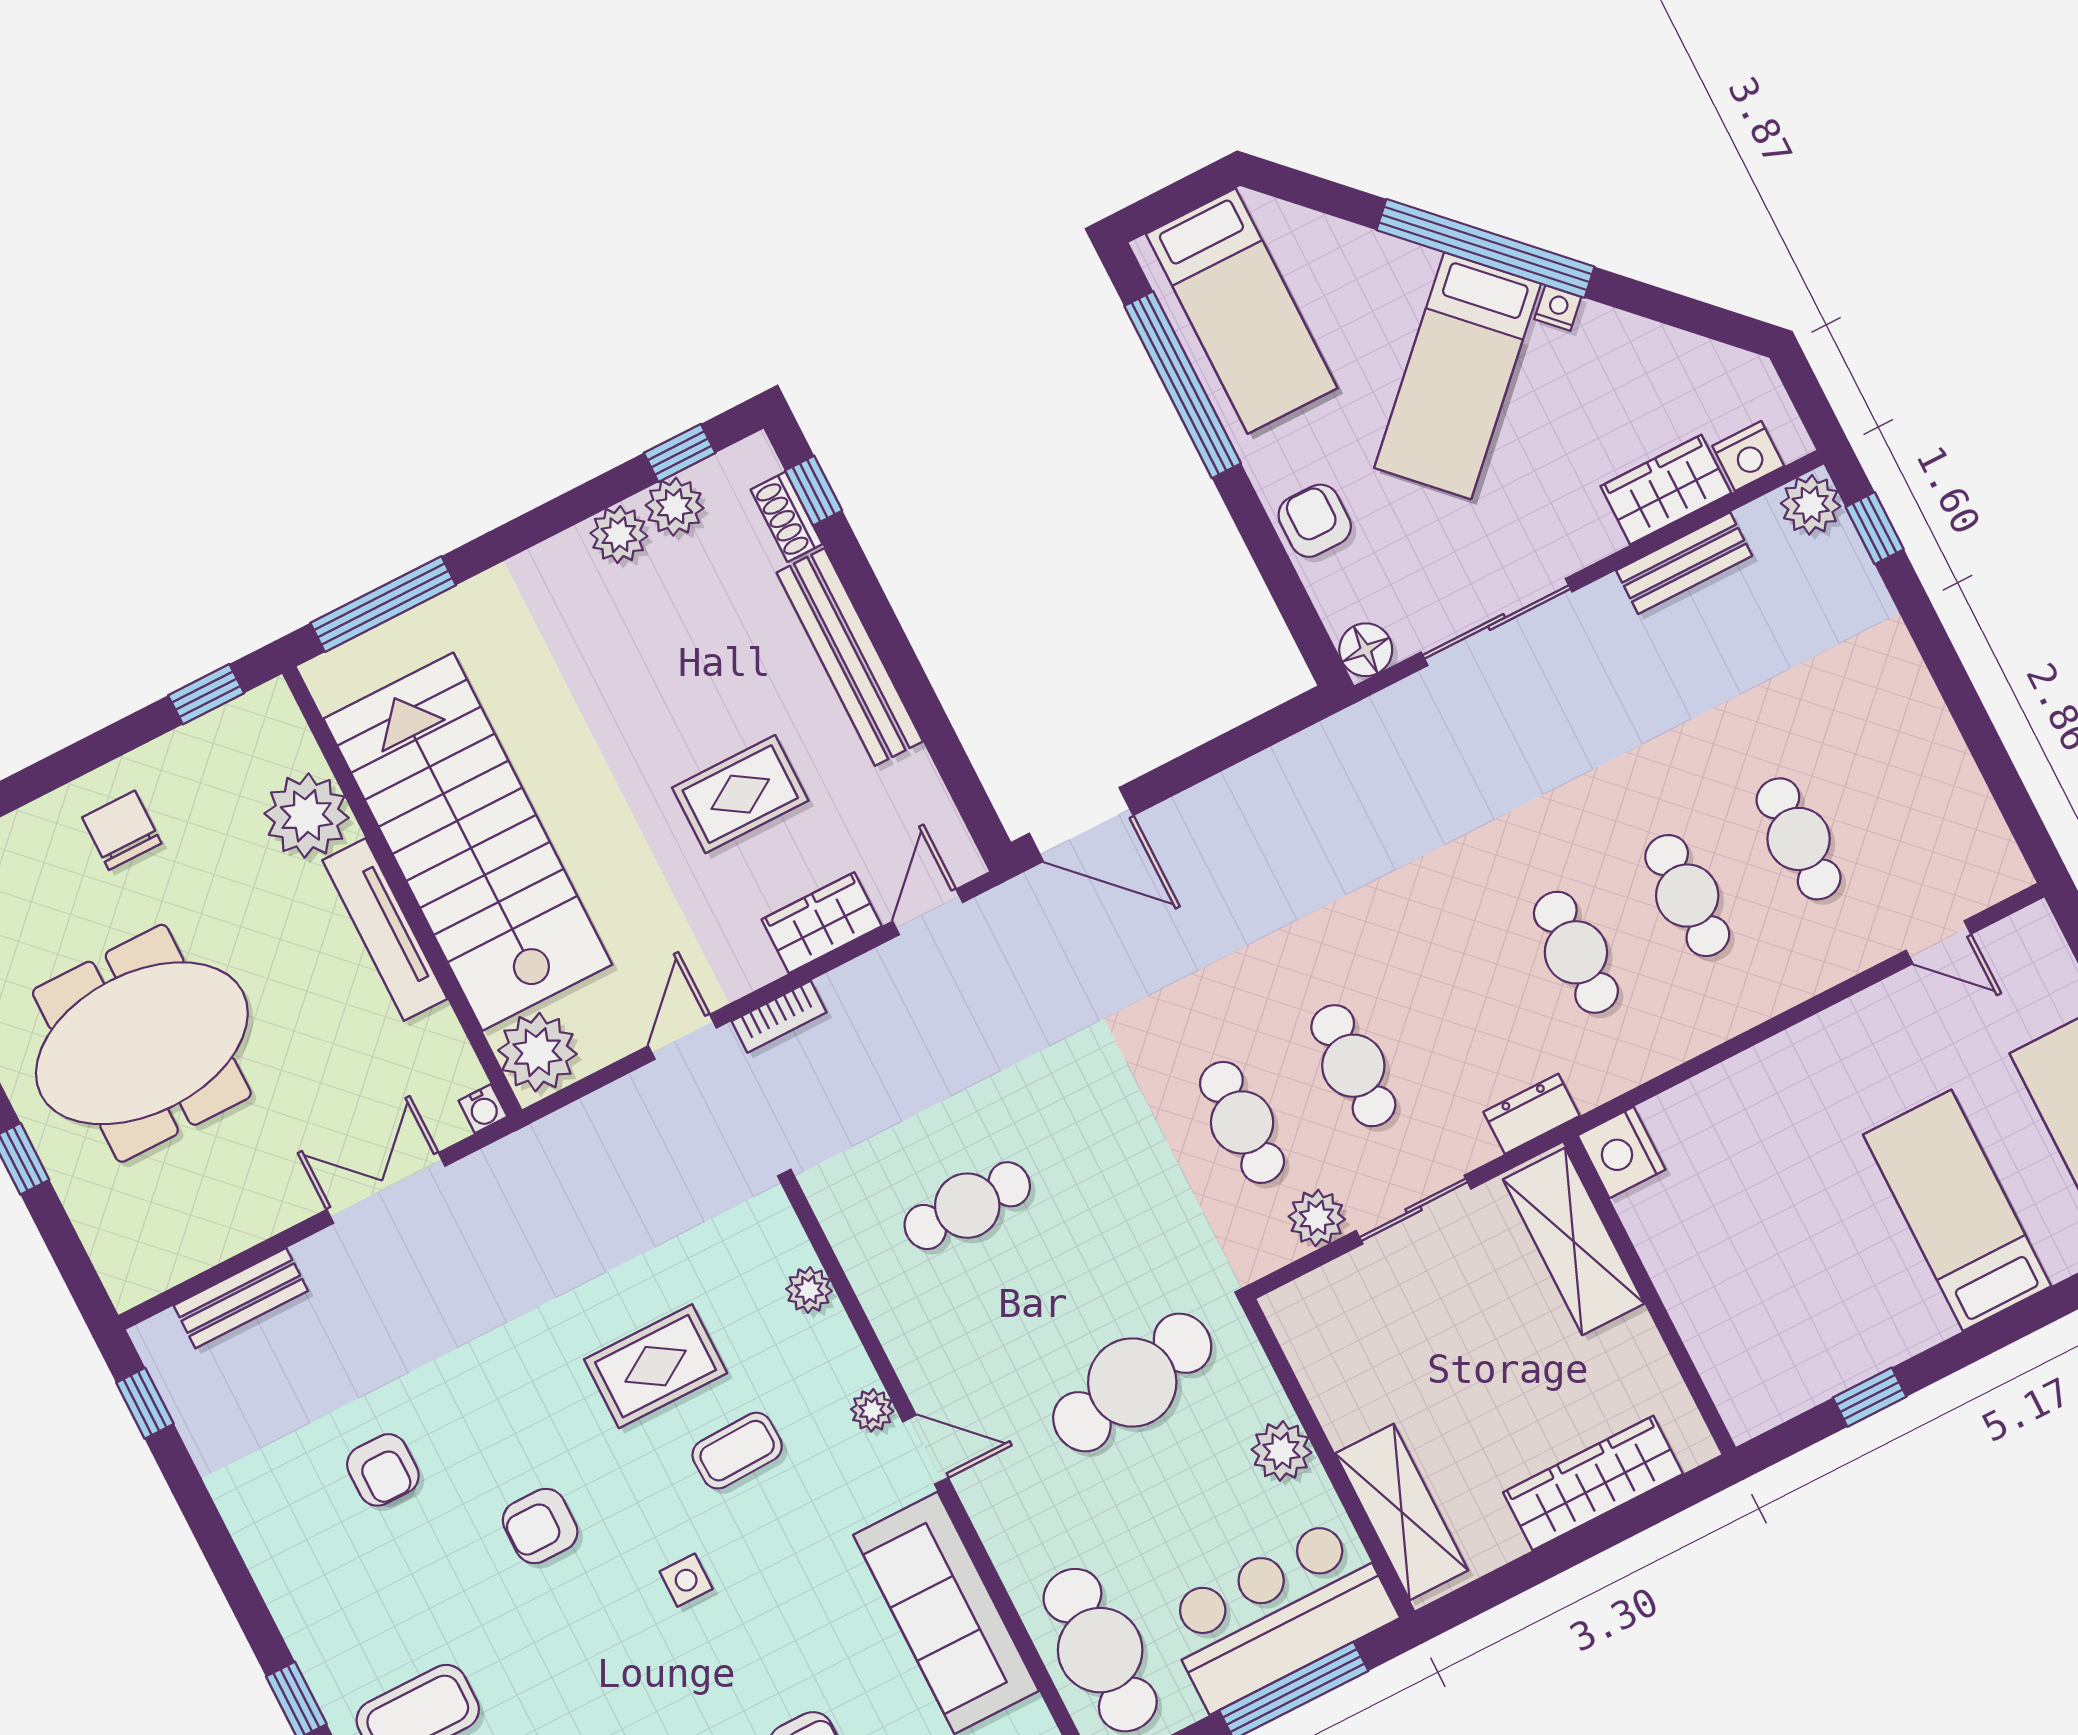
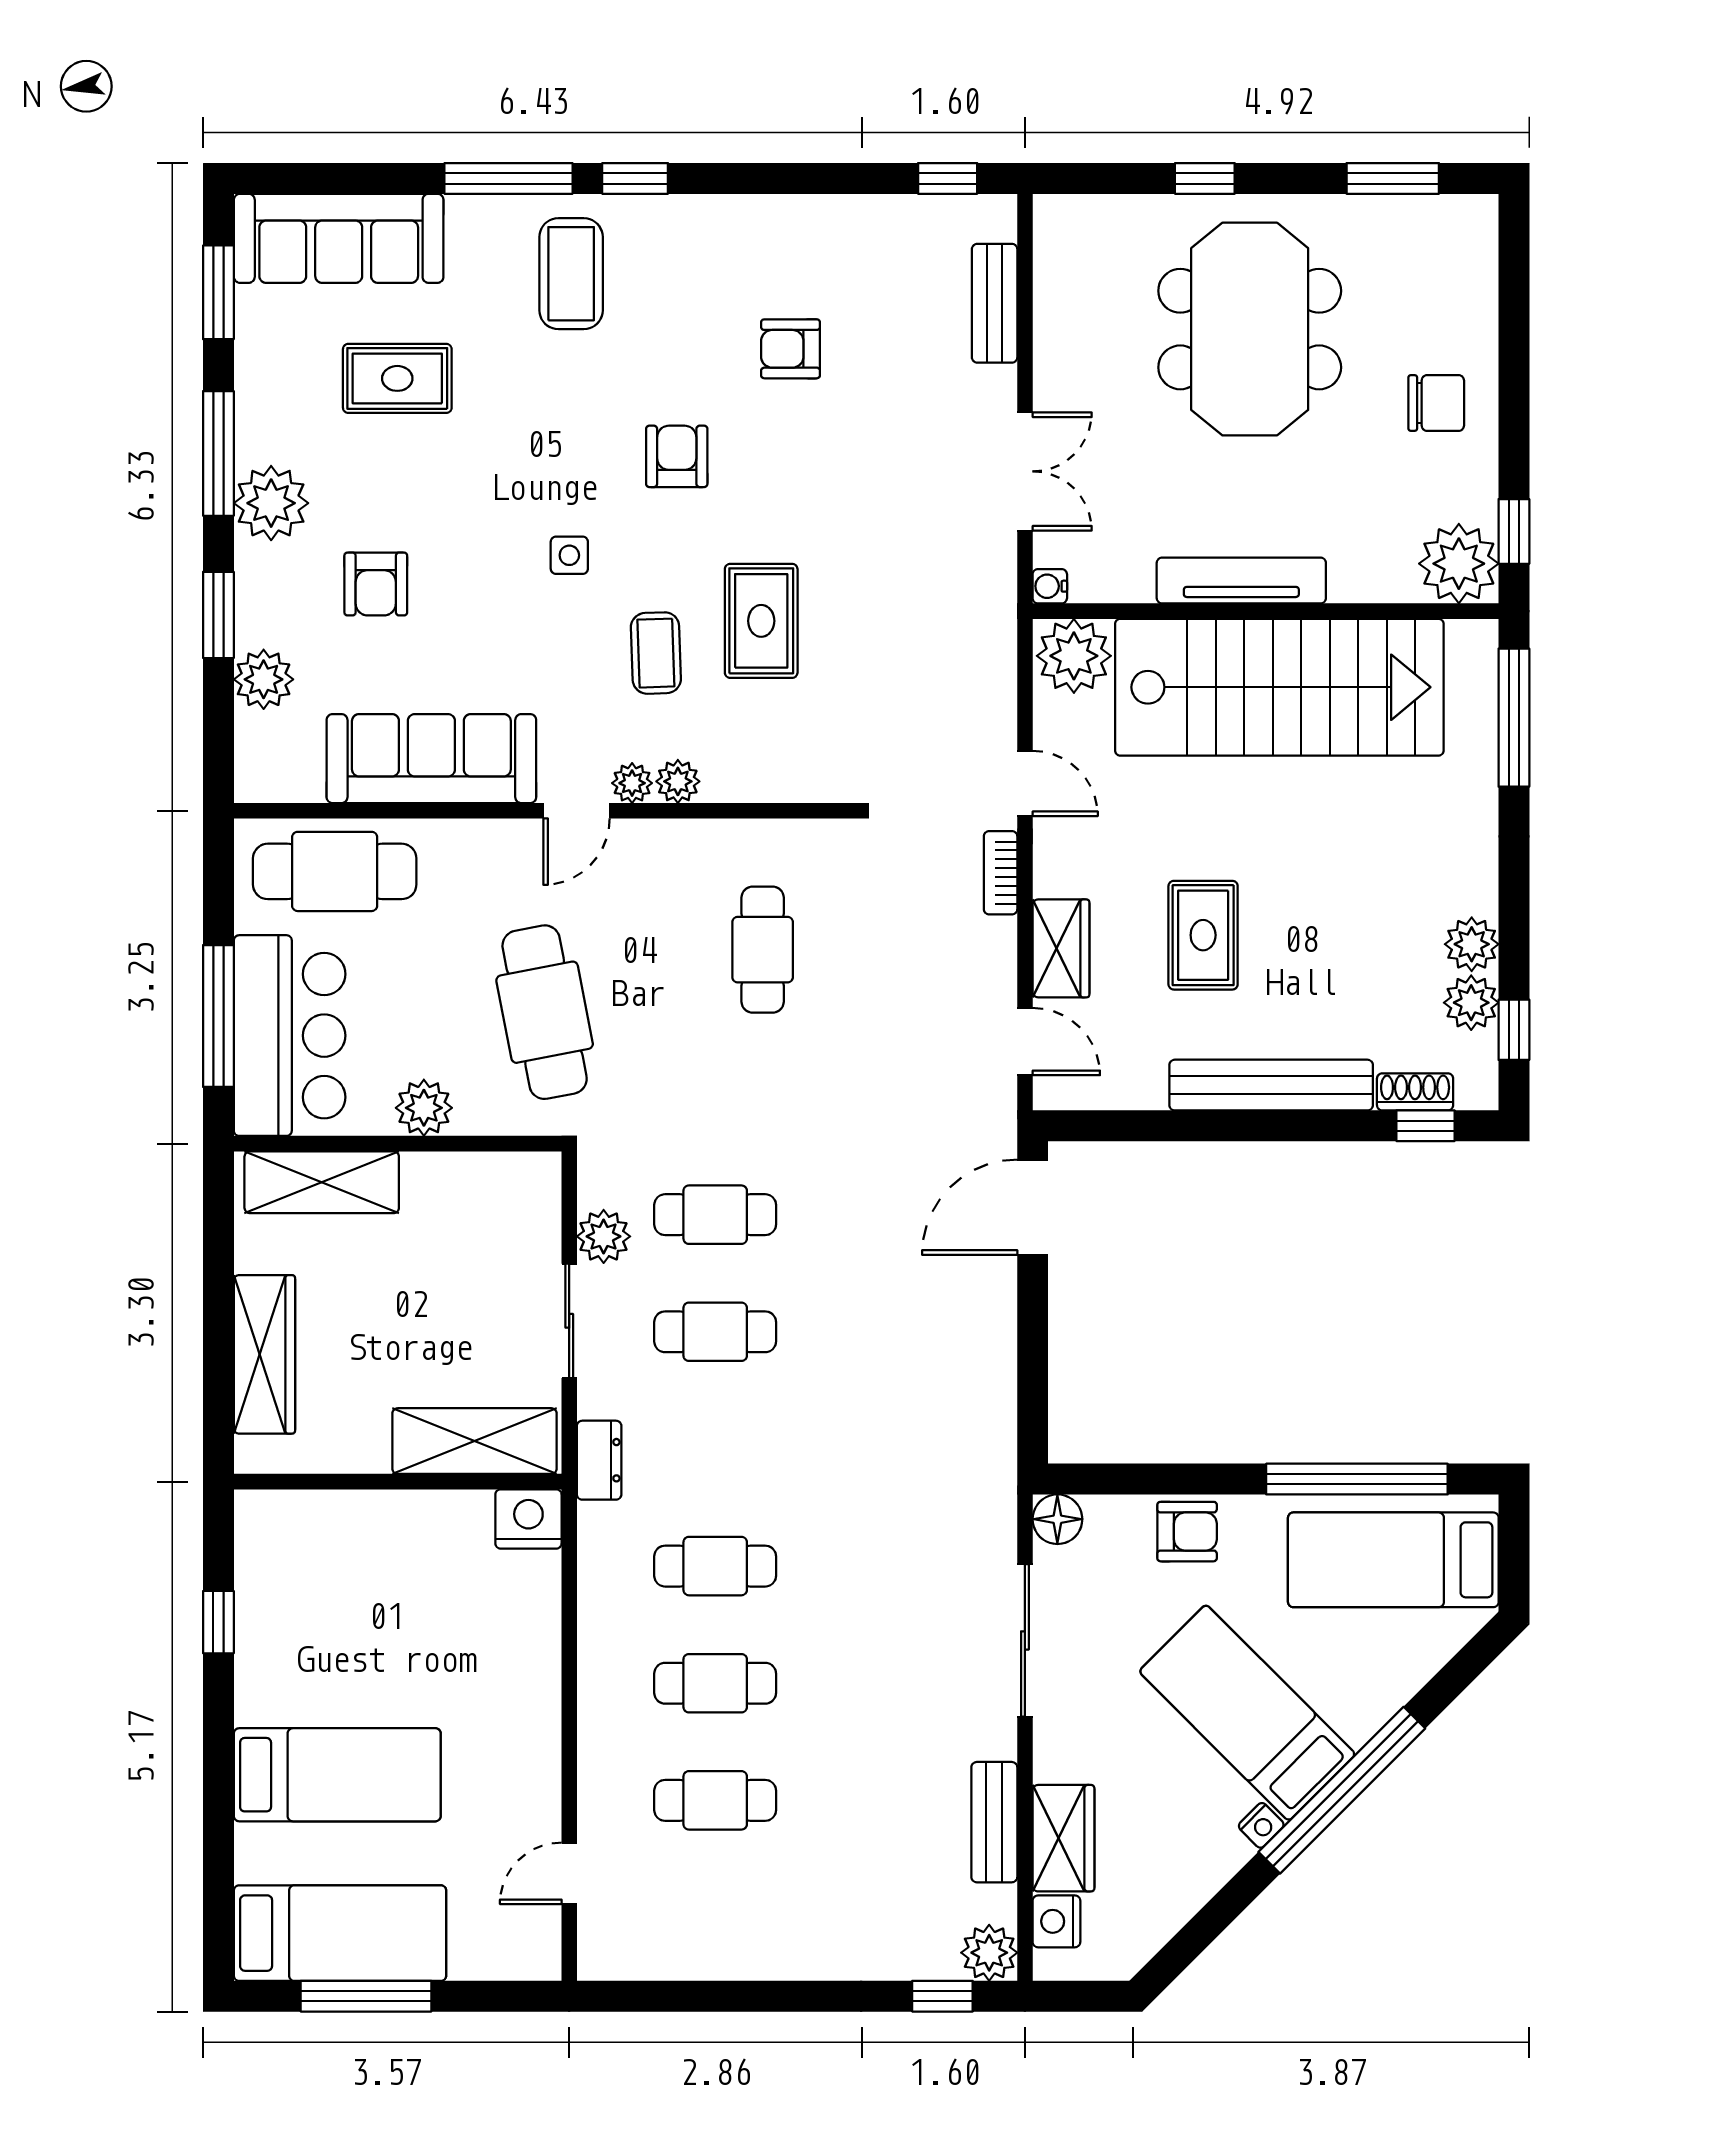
plant: (307, 816) -> (1459, 564), moved
plant: (809, 1290) -> (678, 781), moved

